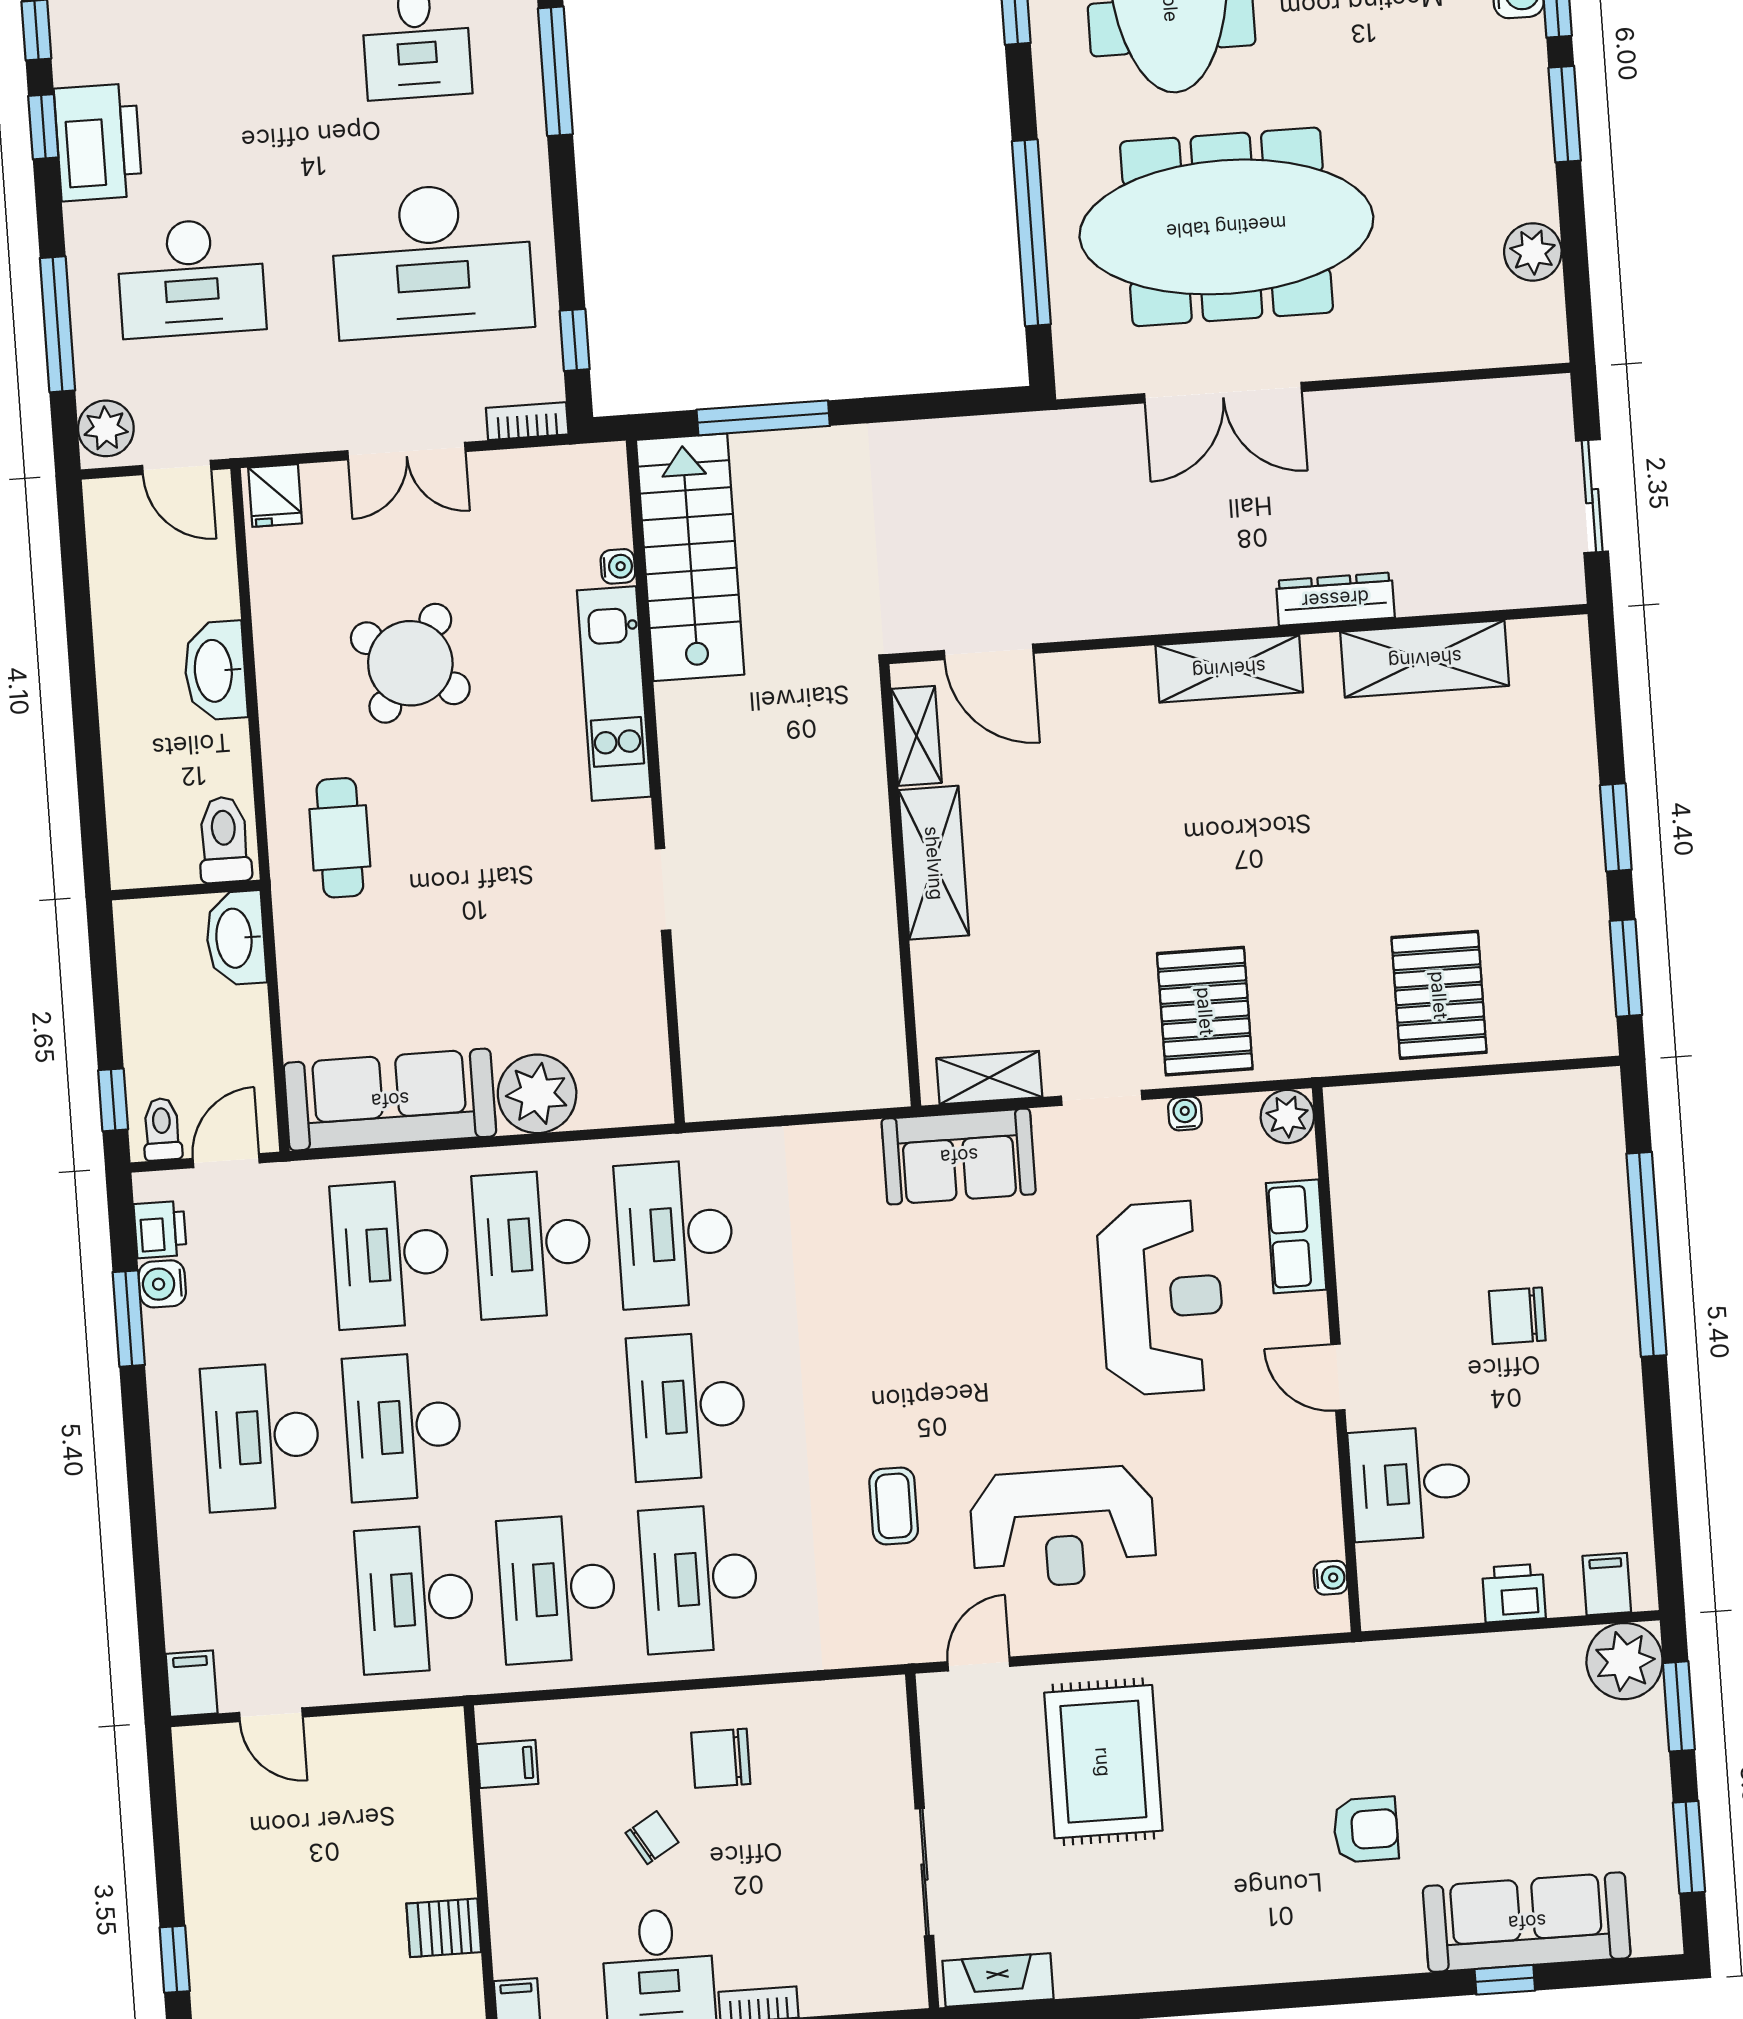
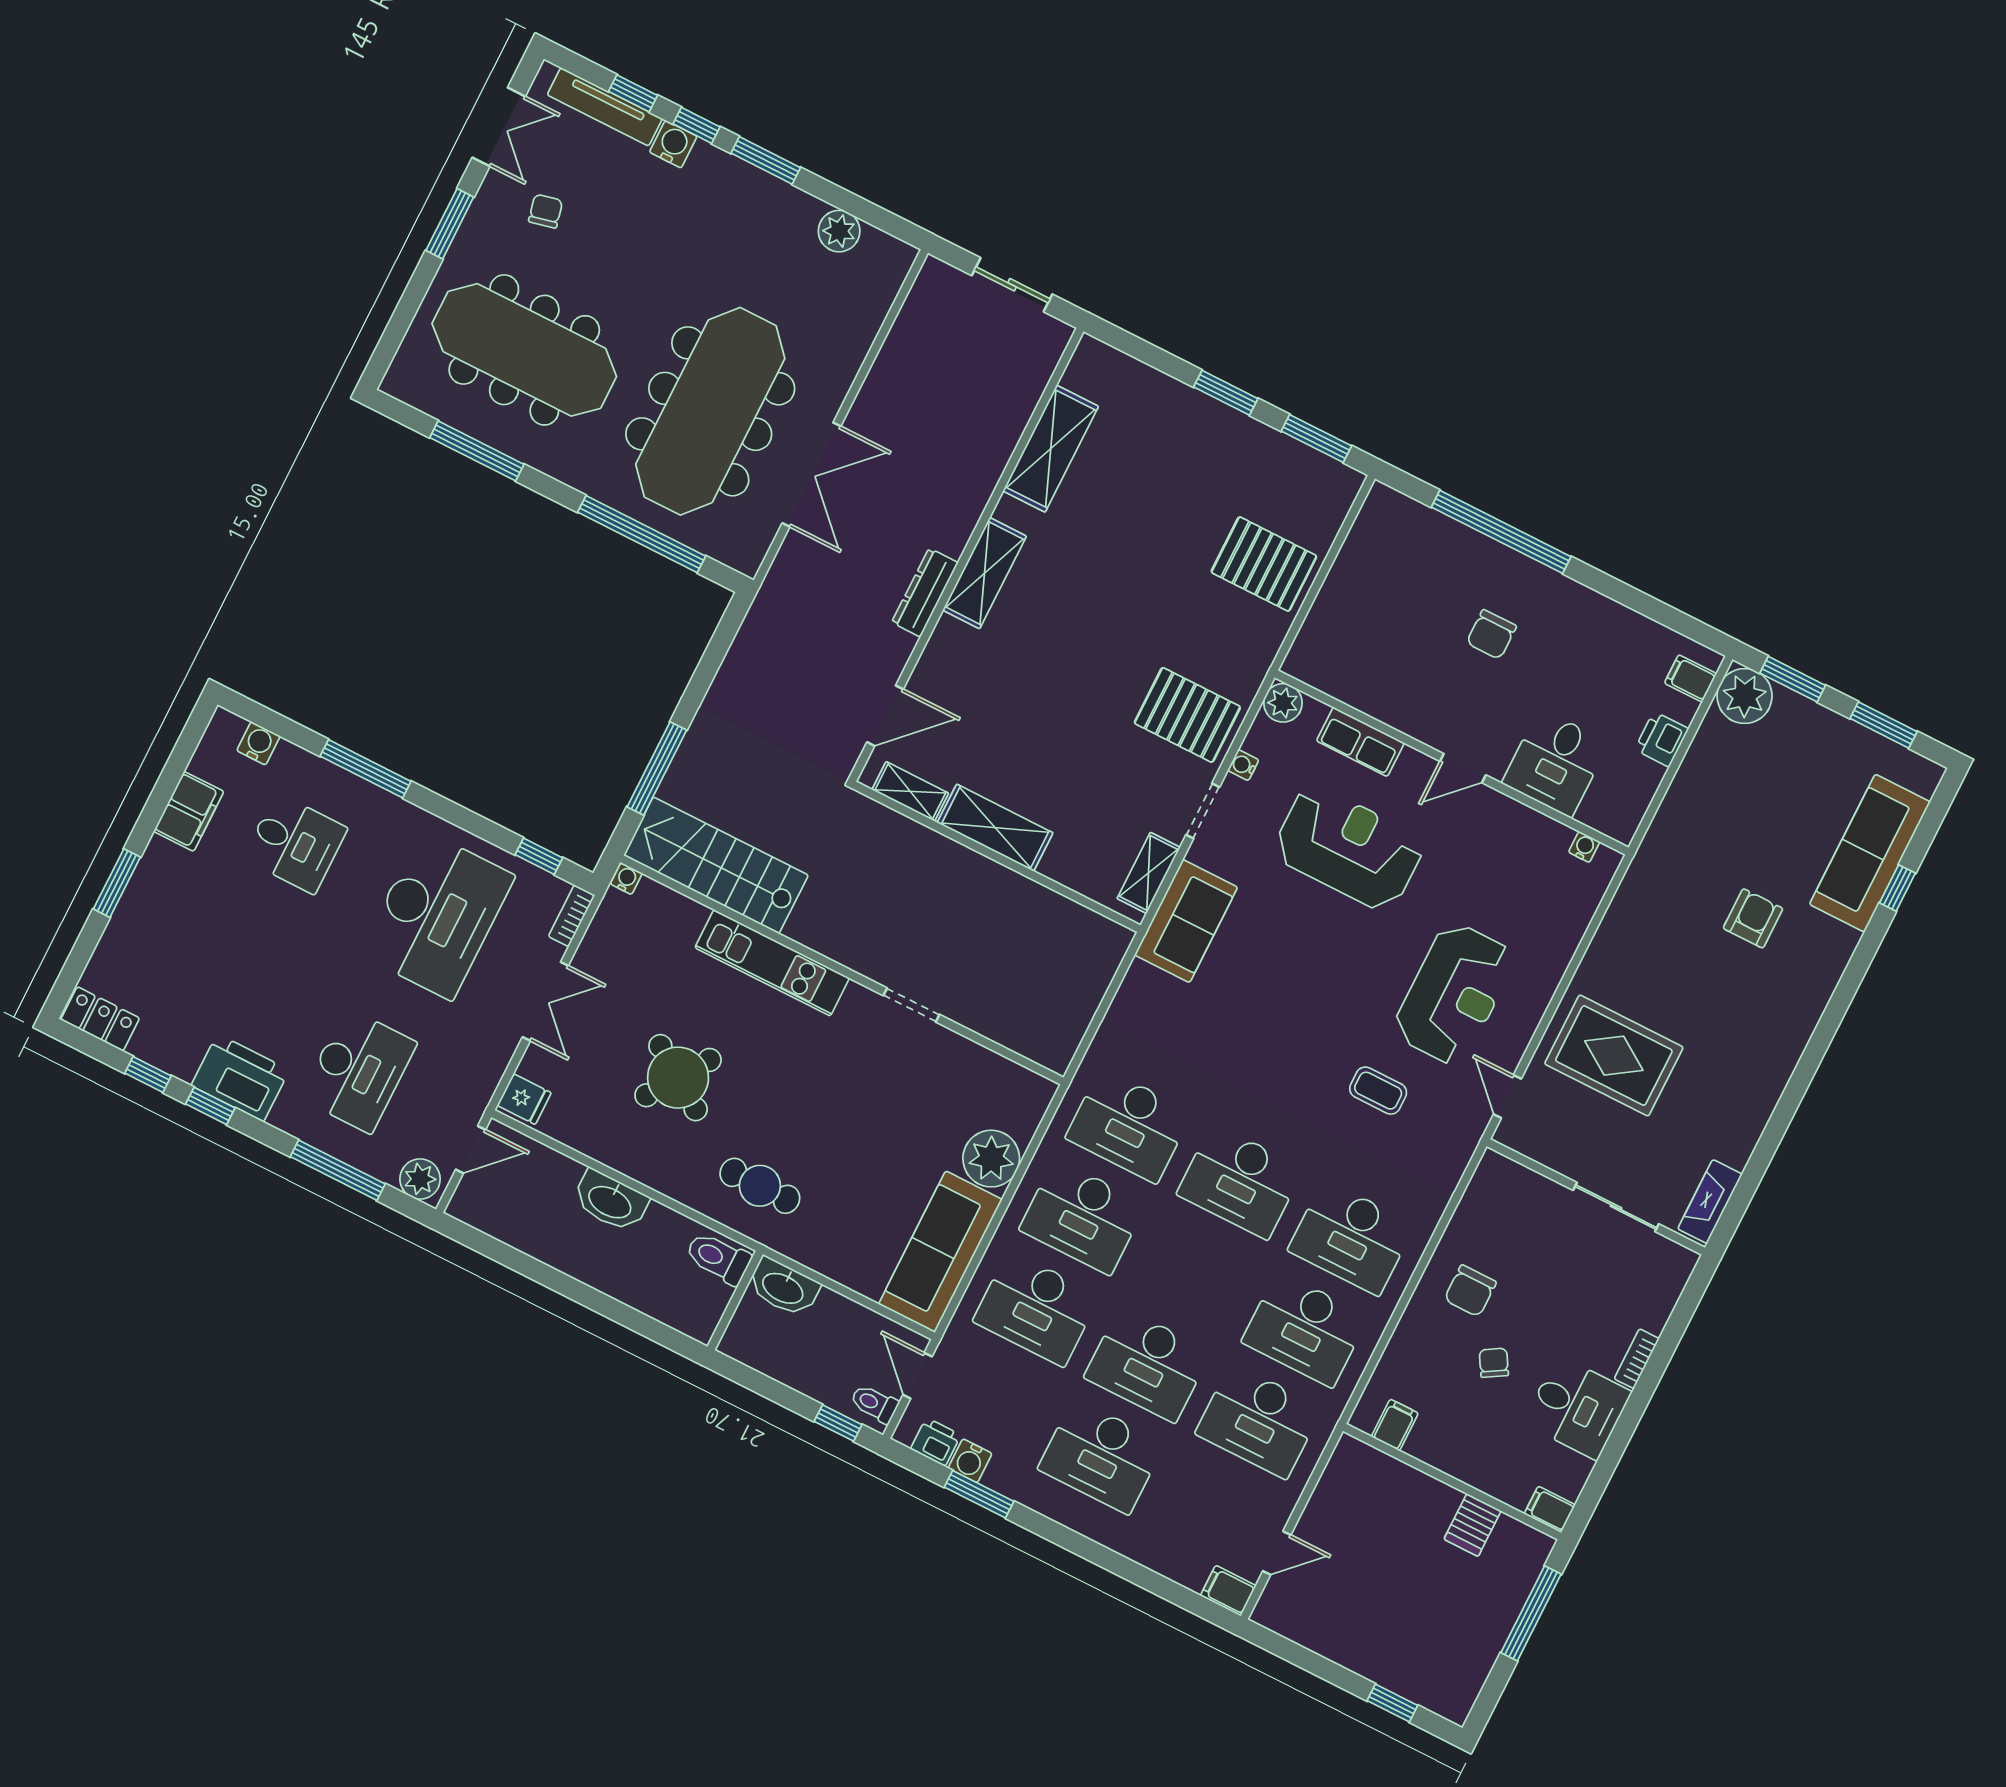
water cooler: (618, 566) -> (626, 879), moved
dresser: (1335, 599) -> (925, 593), moved

